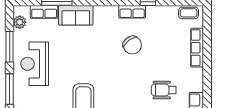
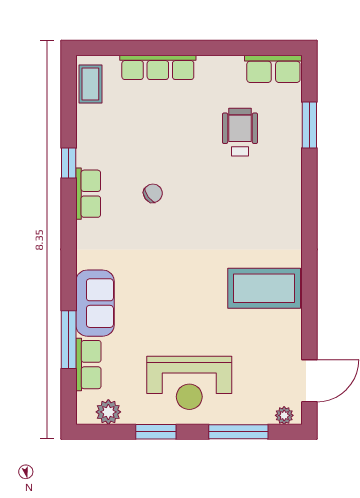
chair: (132, 45) -> (153, 193), width x0.54, depth x0.54
window: (10, 47) -> (156, 432), width x0.69
wheelchair: (164, 90) -> (240, 132), turned 180

